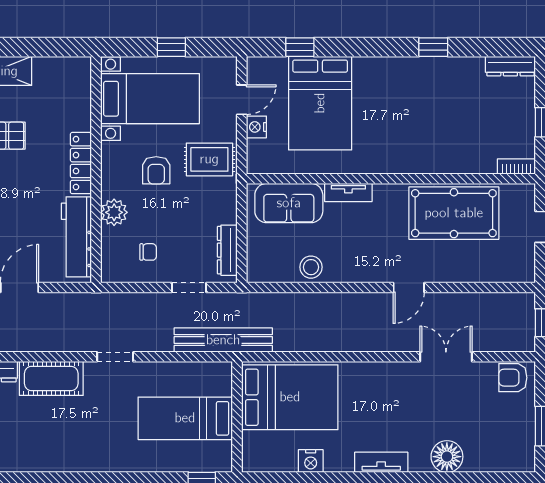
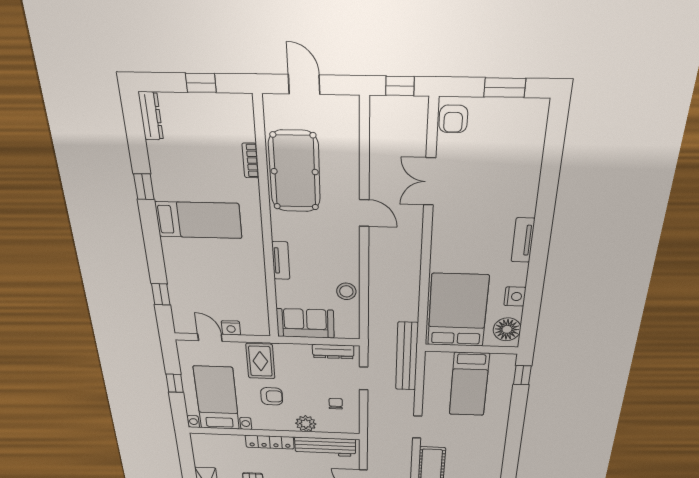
bed: (320, 103) -> (199, 220), moved, width x0.67
bookcase: (516, 167) -> (250, 161), moved
sofa: (289, 203) -> (305, 323), moved, turned -90
floor lamp: (447, 457) -> (507, 329), moved

